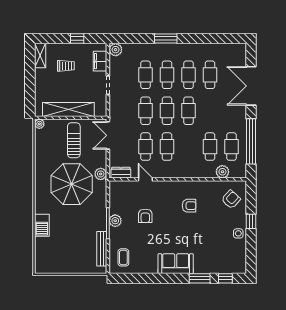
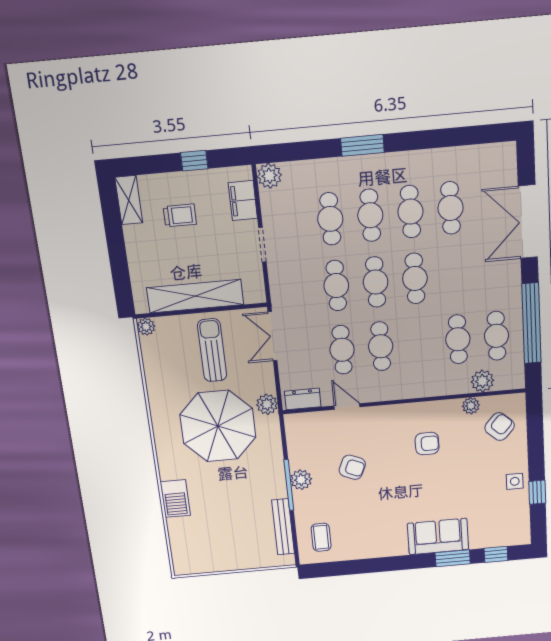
plant: (215, 186) -> (471, 406), added
armchair: (145, 216) -> (352, 467), turned -67
window: (251, 221) -> (537, 492), moved
sofa: (176, 264) -> (438, 536), moved

